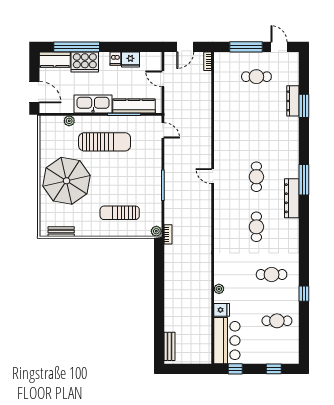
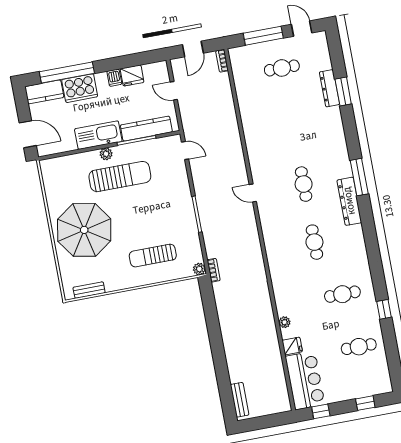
plant: (69, 121) -> (106, 154), moved

